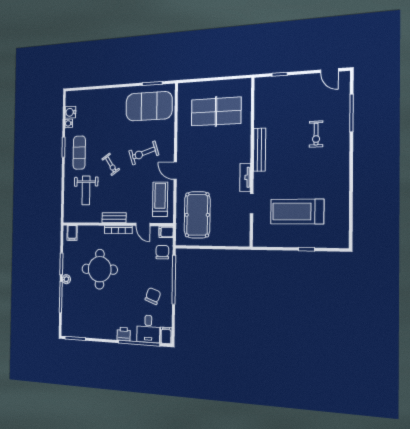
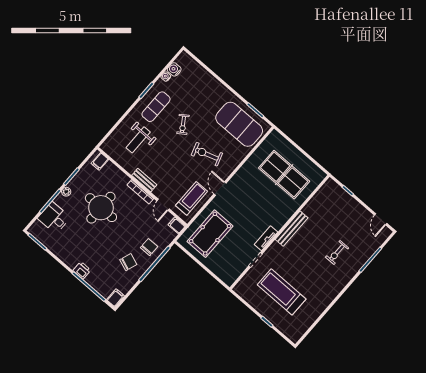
exercise bike: (111, 164) -> (183, 124), moved
chair: (162, 252) -> (149, 247), moved
desk: (148, 329) -> (54, 218), moved, turned 90

